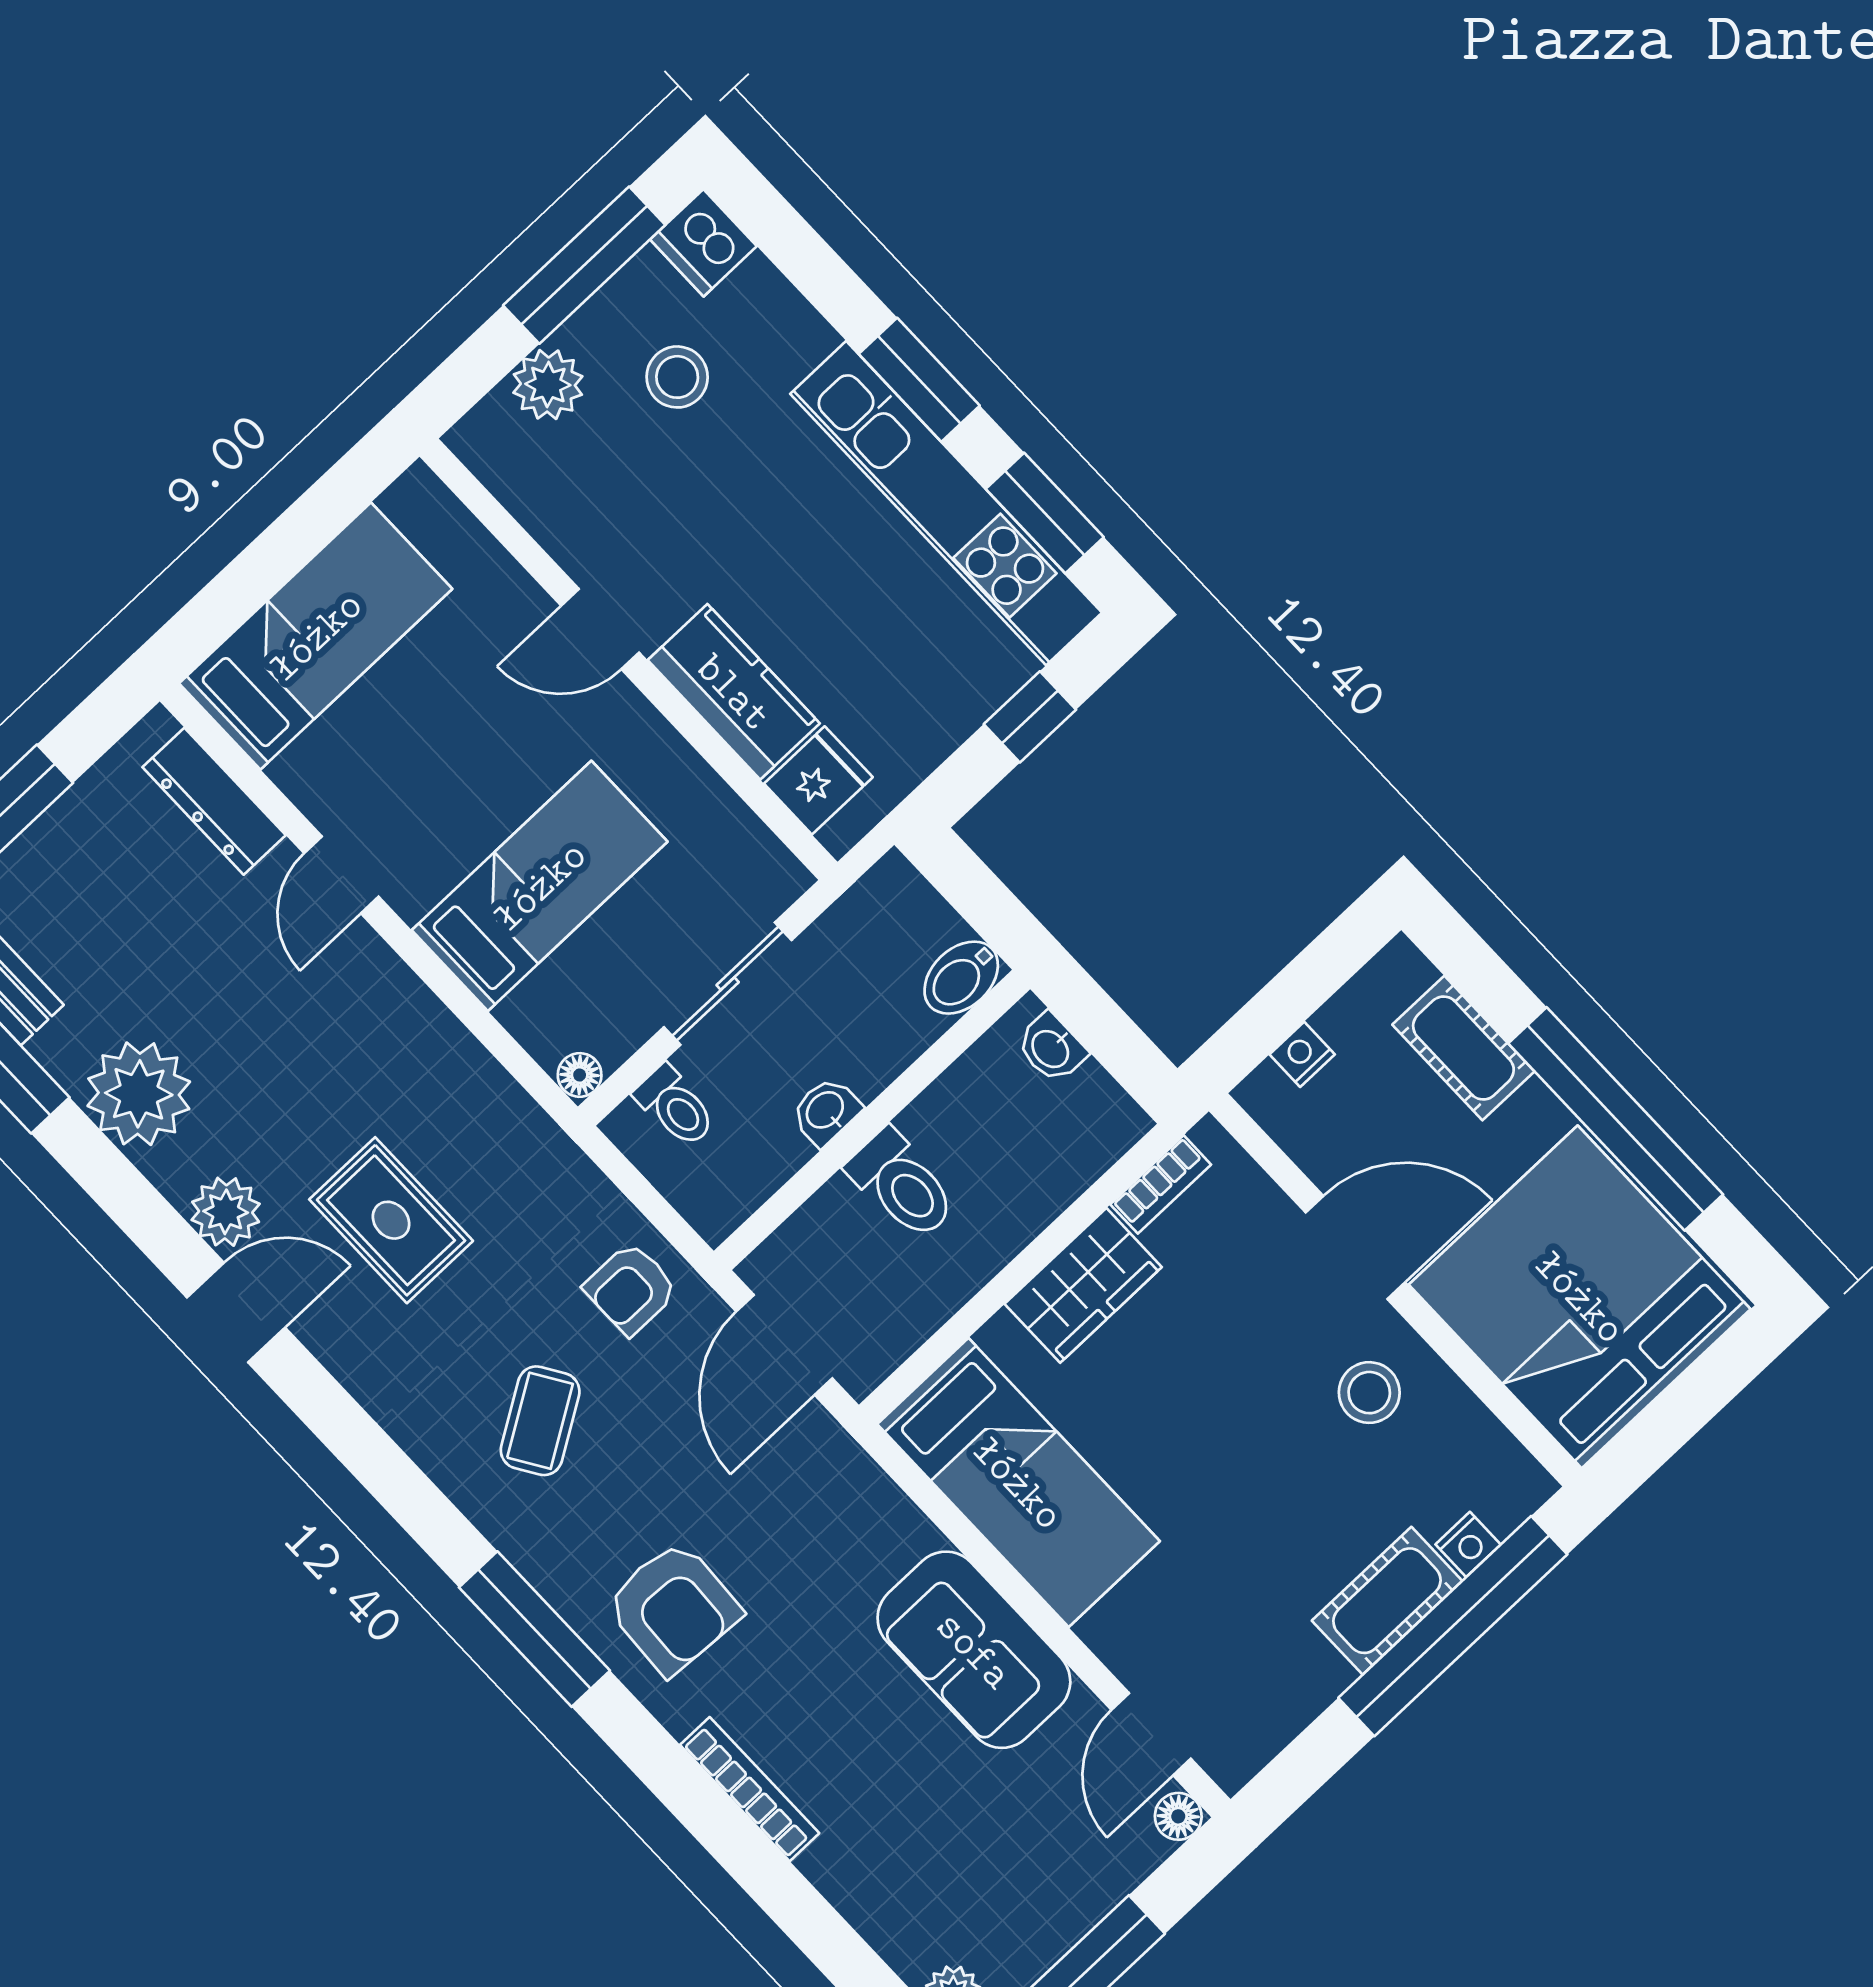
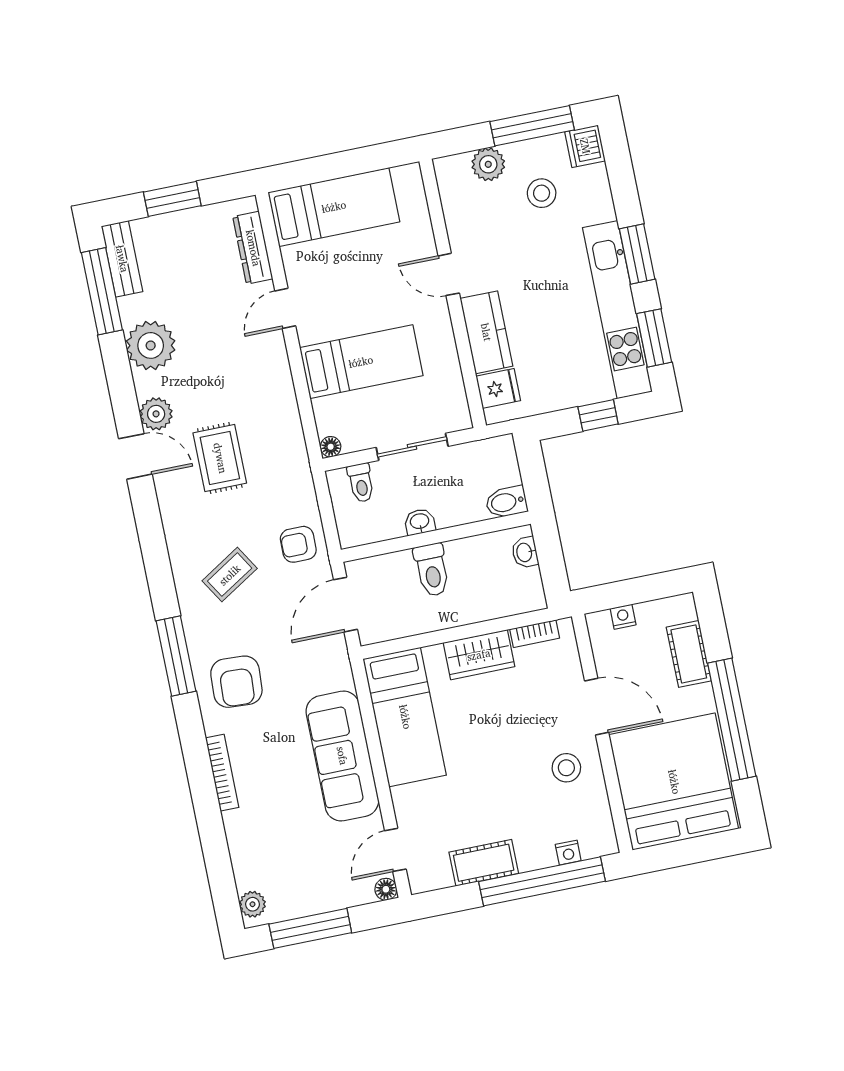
cot: (1387, 1601) -> (484, 863), moved
sofa: (974, 1650) -> (342, 756), width x1.36

